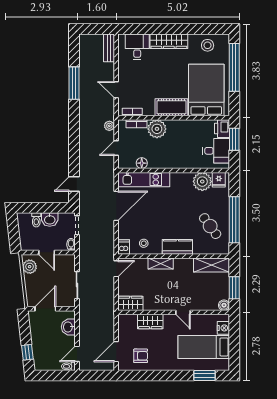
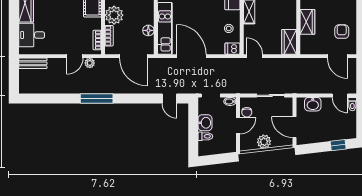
window: (74, 83) -> (97, 98), moved
plant: (109, 126) -> (90, 63), moved
door: (116, 148) -> (133, 56), width x1.87
chair: (60, 261) -> (247, 112), added
plant: (30, 267) -> (264, 142), moved

